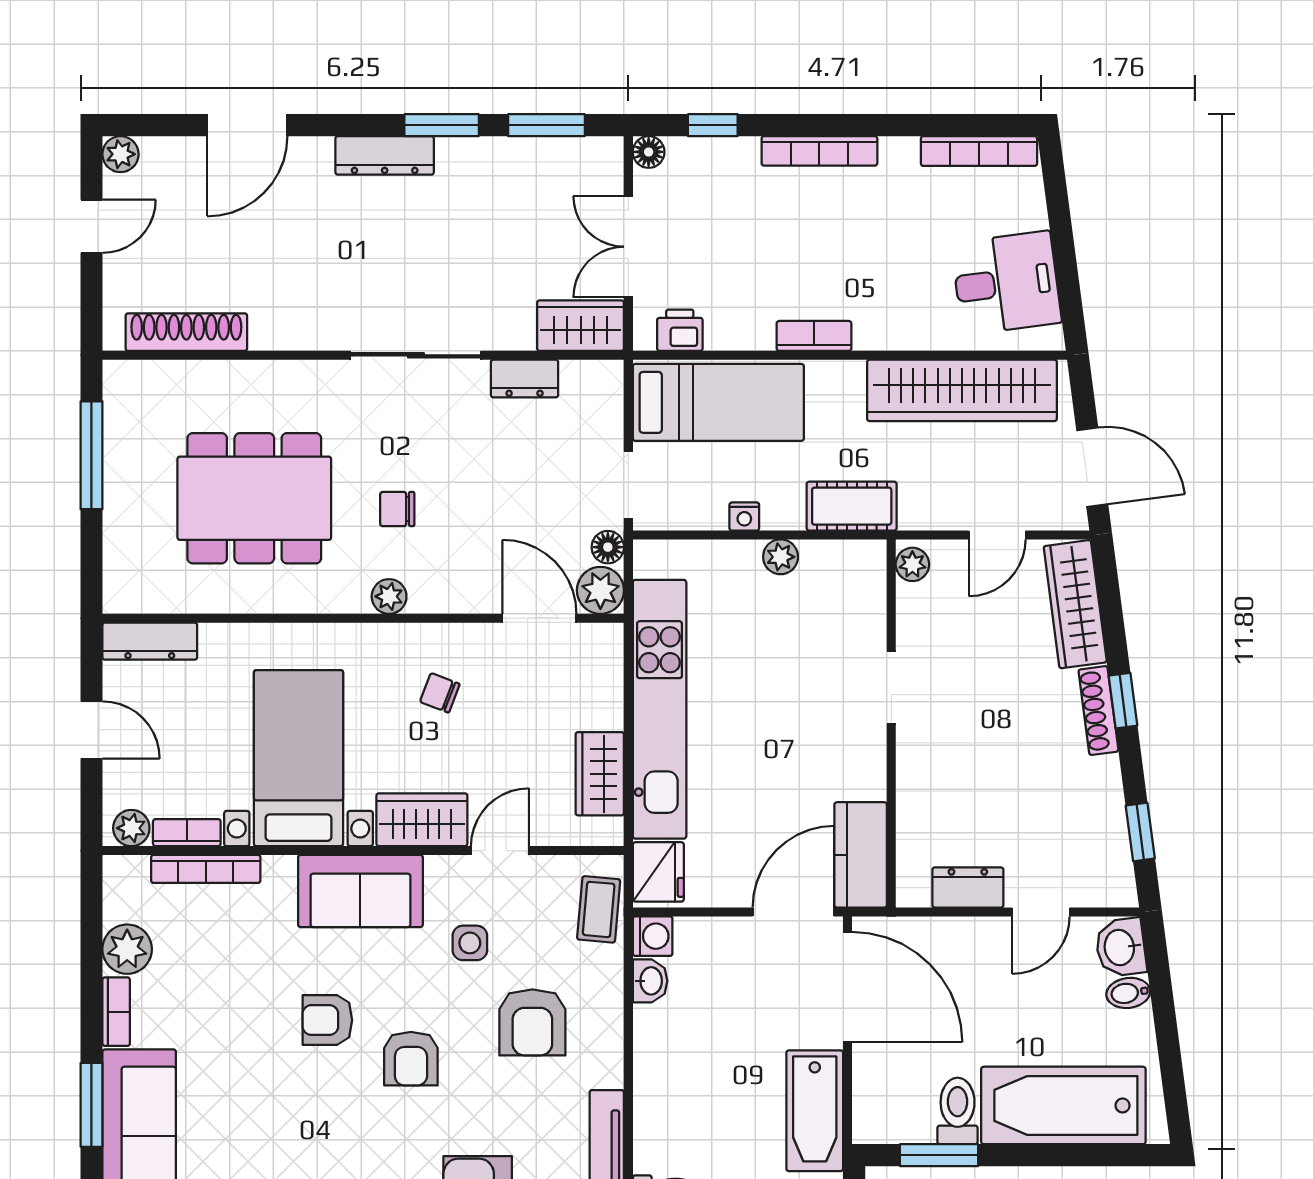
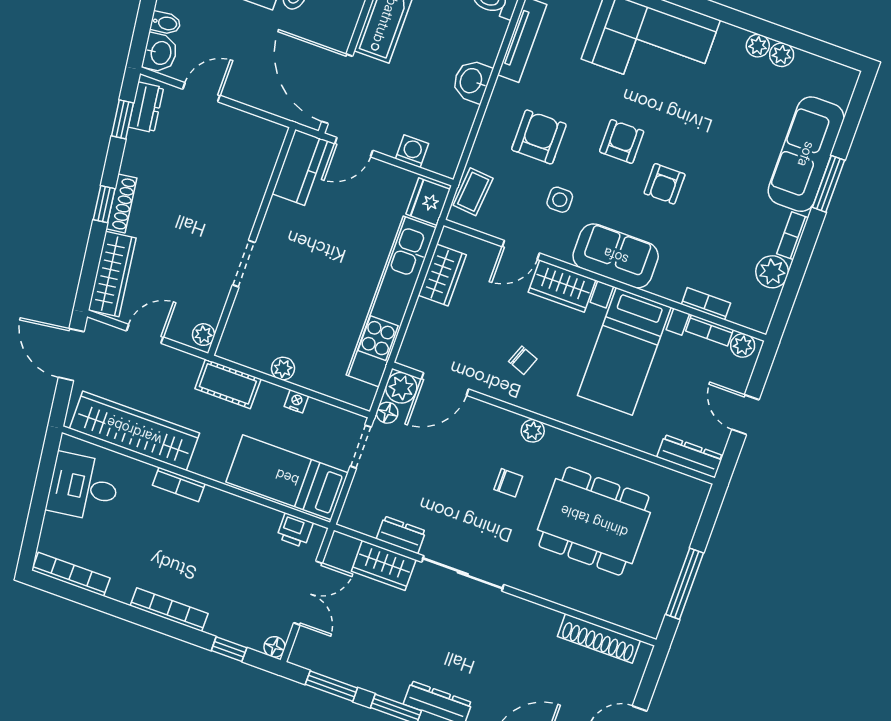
wardrobe: (581, 326) -> (384, 565), moved
bookcase: (814, 336) -> (179, 485), moved
door: (539, 618) -> (445, 384), hinge flipped
bookcase: (206, 869) -> (706, 304), width x0.64
dresser: (968, 887) -> (146, 107), moved, turned -97
door: (793, 912) -> (354, 147), width x0.73
washing machine: (653, 936) -> (412, 151), moved, turned 90
washbasin: (650, 981) -> (472, 81), moved, width x1.38, depth x1.45
armchair: (327, 1020) -> (665, 184), turned 90

